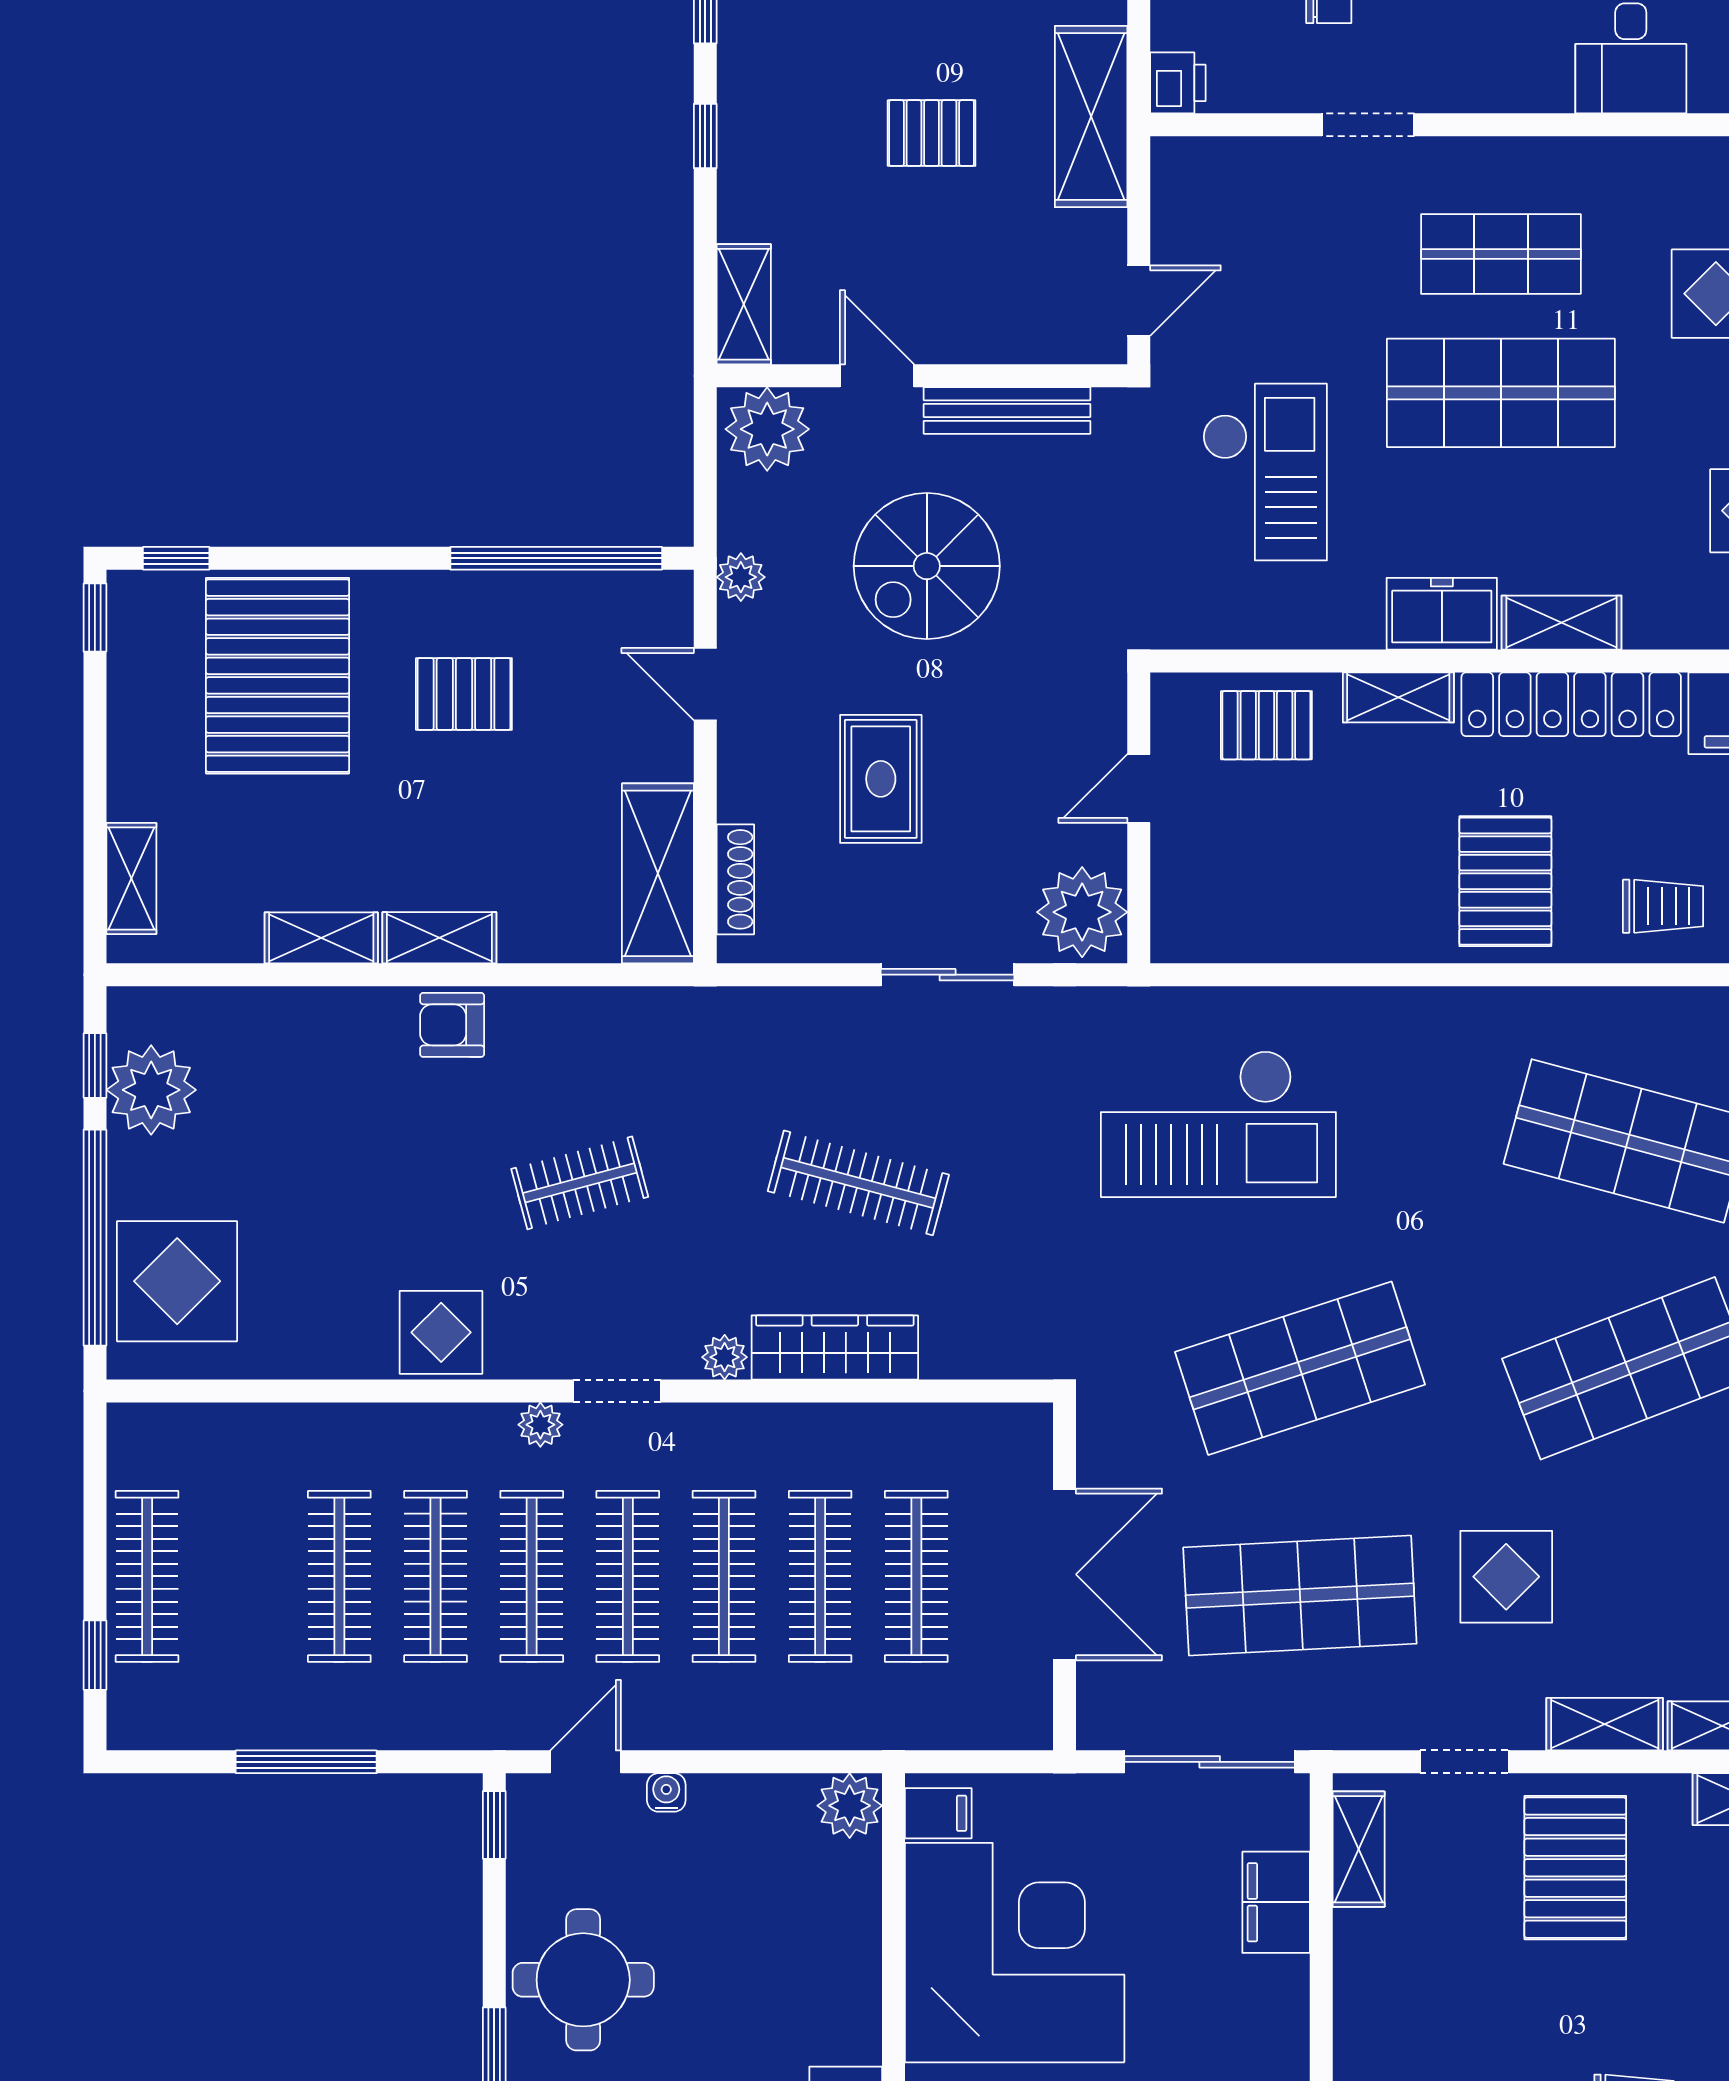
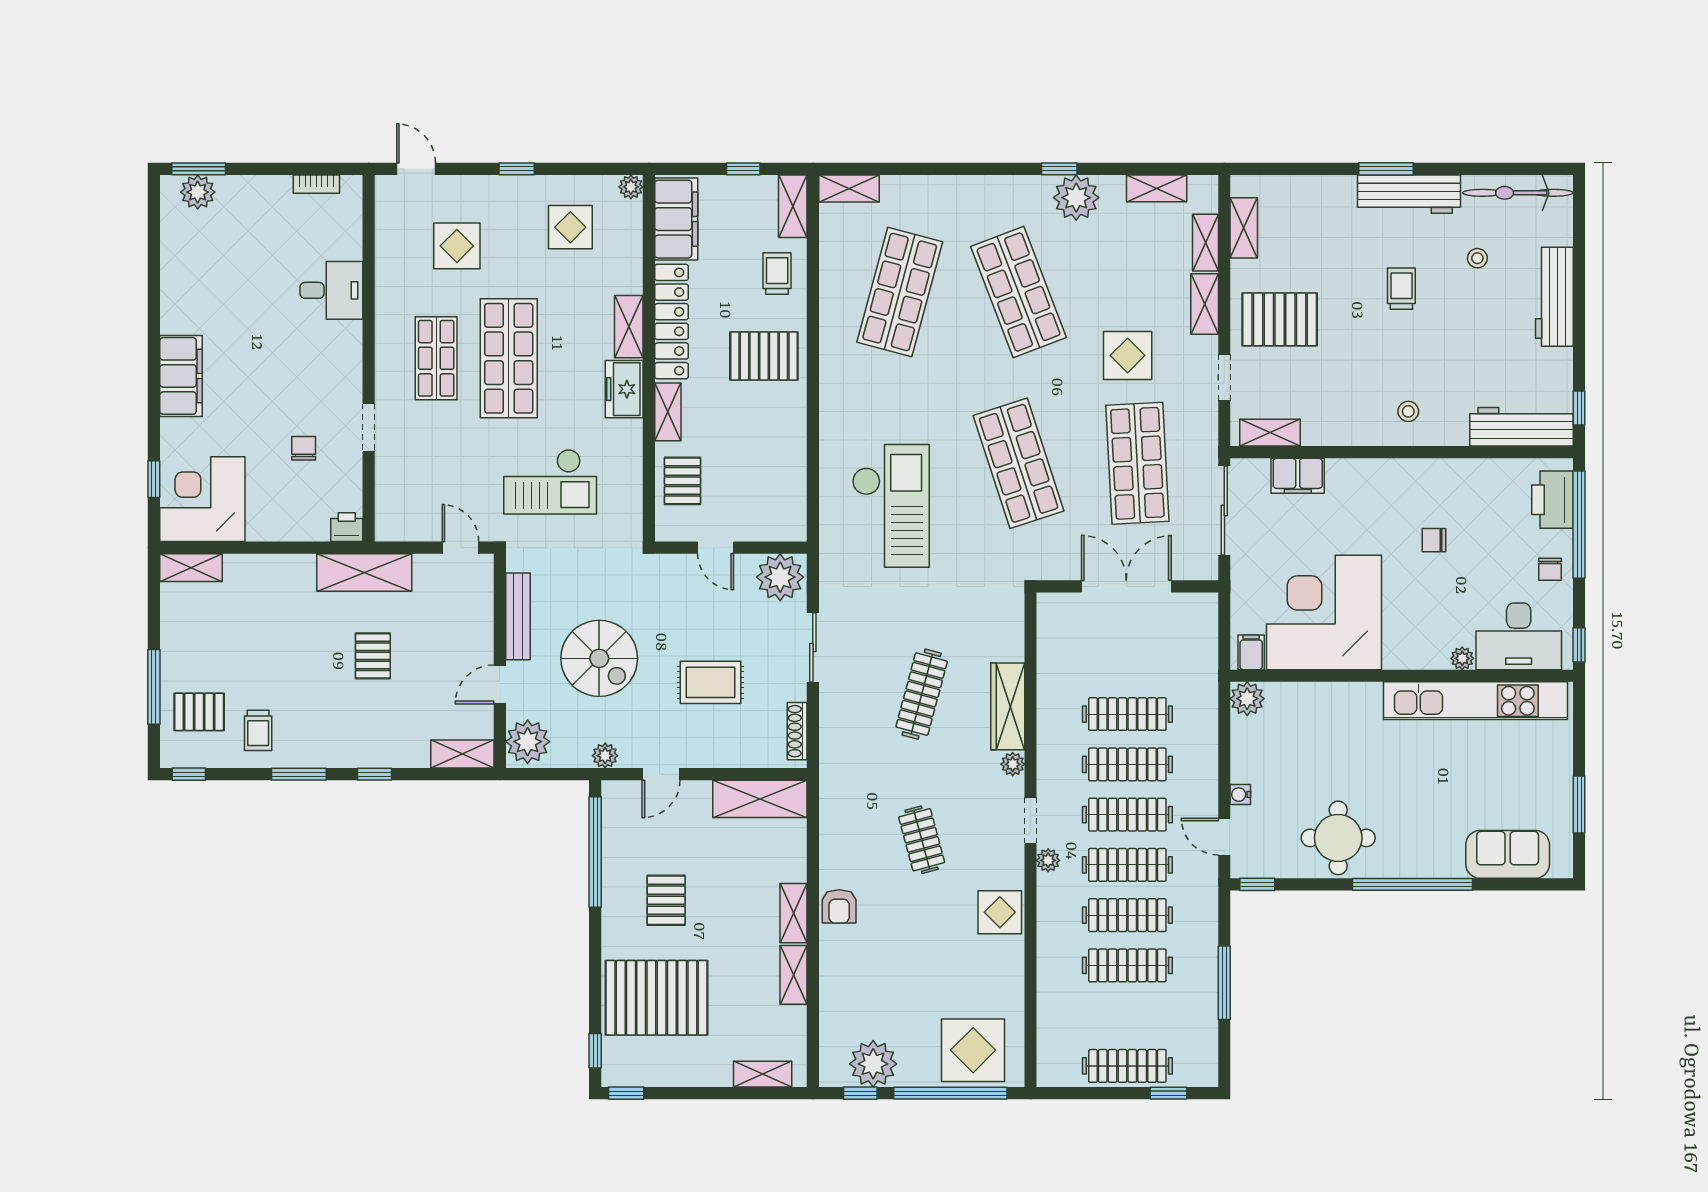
checkout: (1265, 472) -> (550, 482), turned 180
shoe rack: (735, 879) -> (797, 731), moved, turned -90
clothes rail: (916, 1576) -> (1127, 664), removed

